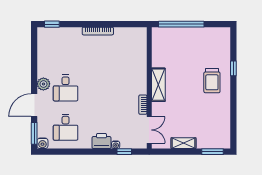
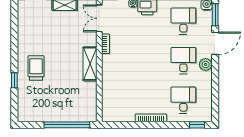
desk: (66, 49) -> (183, 100), added

